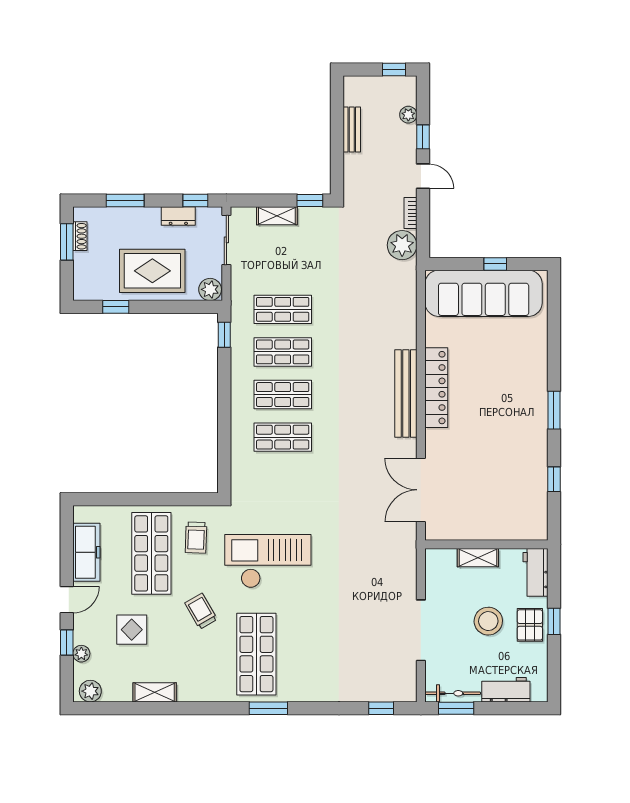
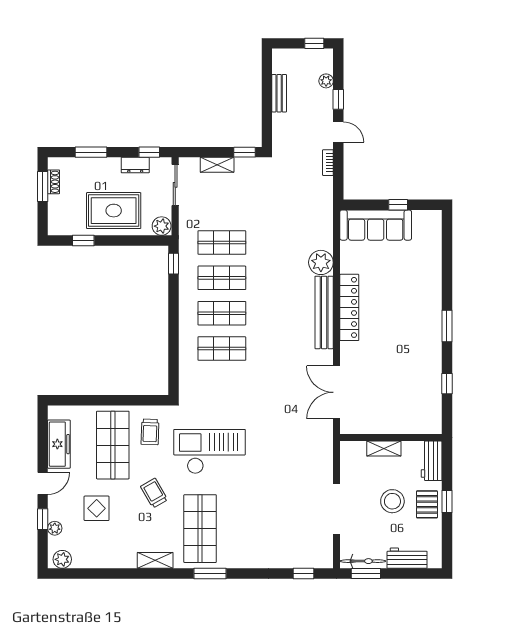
plant: (402, 245) -> (321, 262), moved
sofa: (484, 293) -> (376, 225), width x0.74, depth x0.79
shelving: (155, 692) -> (155, 560), moved

